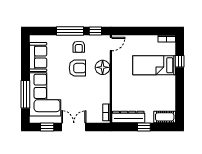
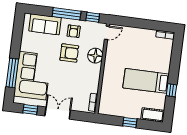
sofa: (38, 57) -> (45, 24), moved, turned 90
window: (180, 61) -> (171, 90), moved
bed: (154, 65) -> (146, 81), moved
dresser: (128, 117) -> (115, 110), removed

